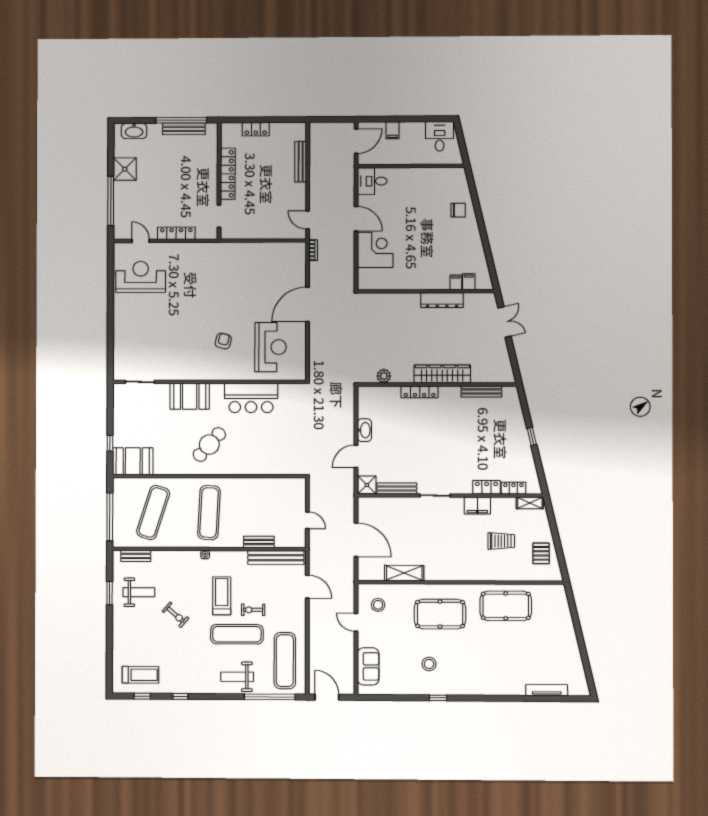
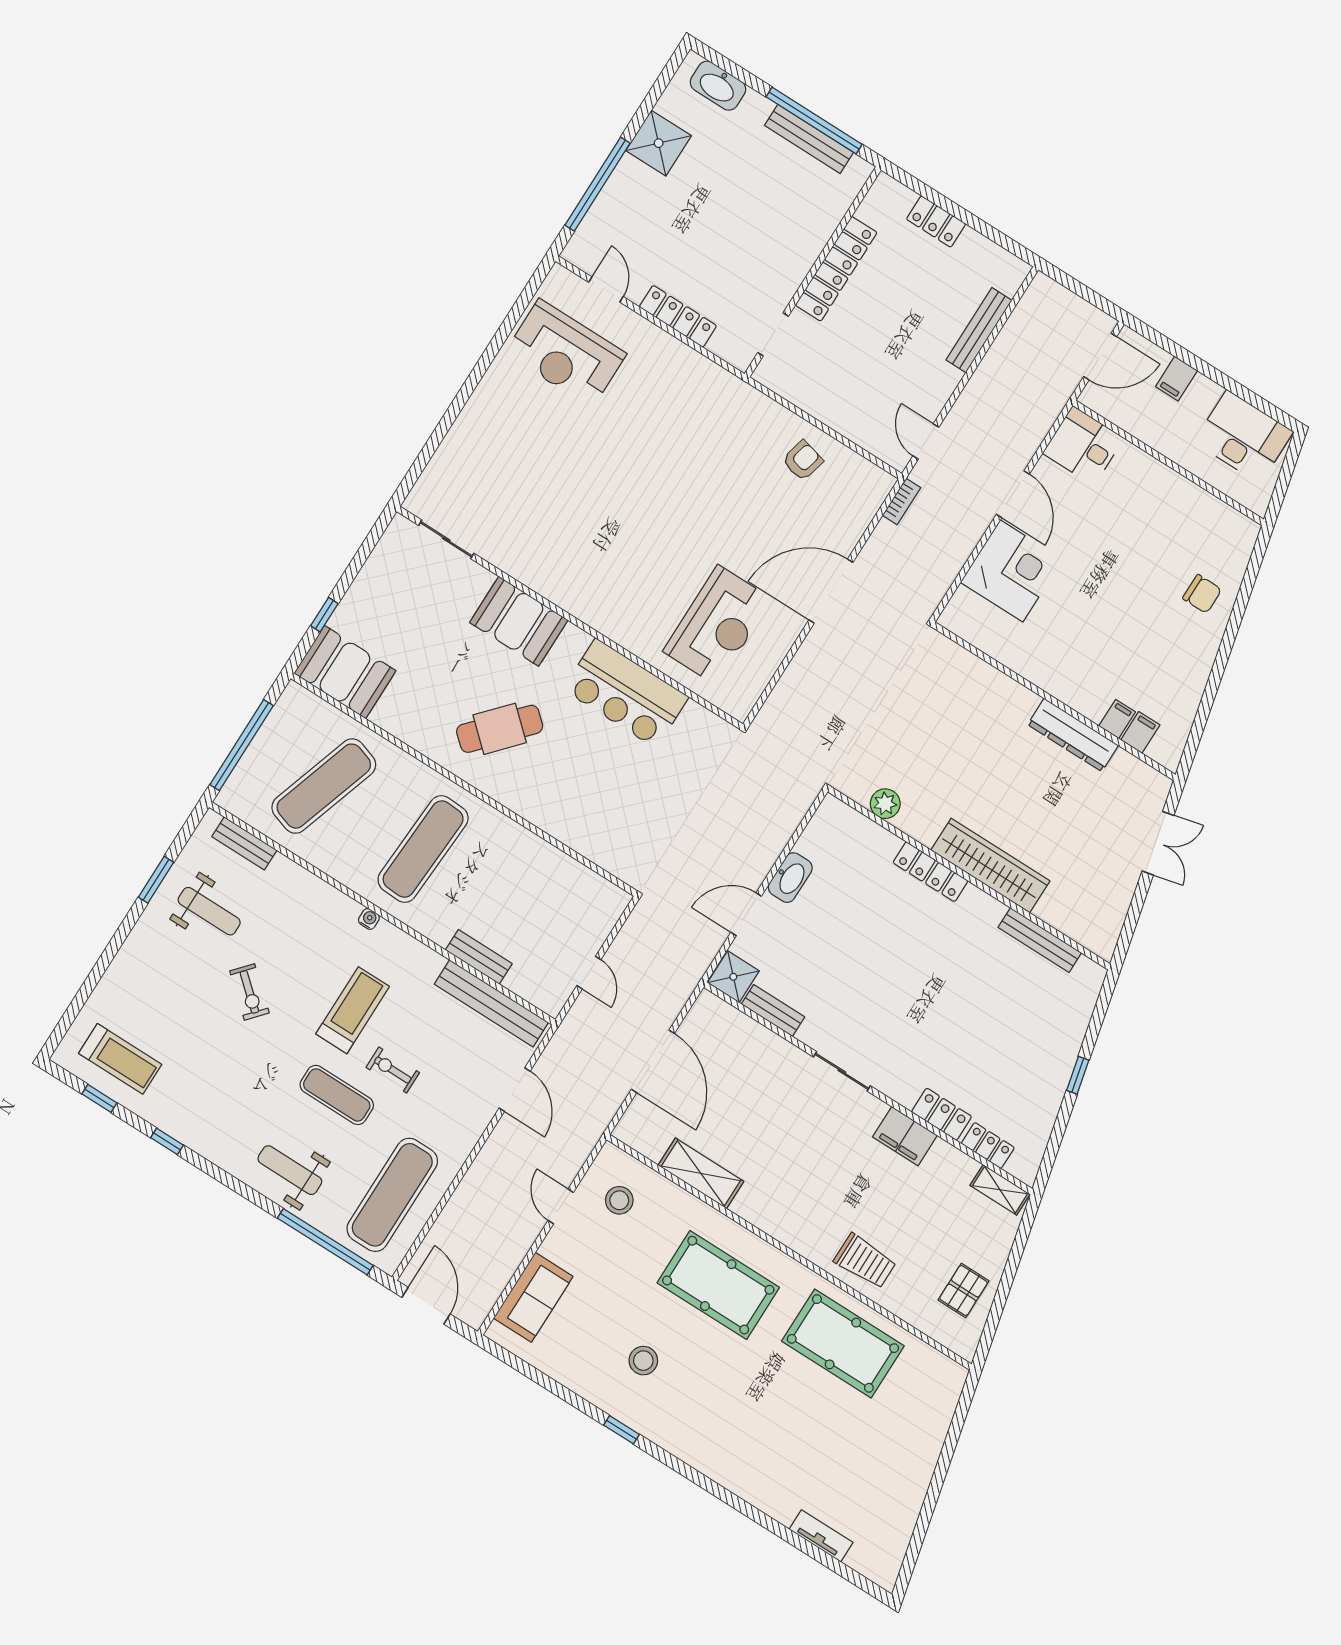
desk: (440, 136) -> (1243, 437), width x1.37
reception desk: (141, 277) -> (566, 353), turned 180
armchair: (223, 341) -> (803, 460), moved
bench: (397, 488) -> (773, 1010), width x0.73
trolley: (501, 541) -> (865, 1261), moved
exercise mat: (237, 634) -> (337, 1095), width x0.73, depth x0.69
tv unit: (547, 690) -> (821, 1536), width x0.71

